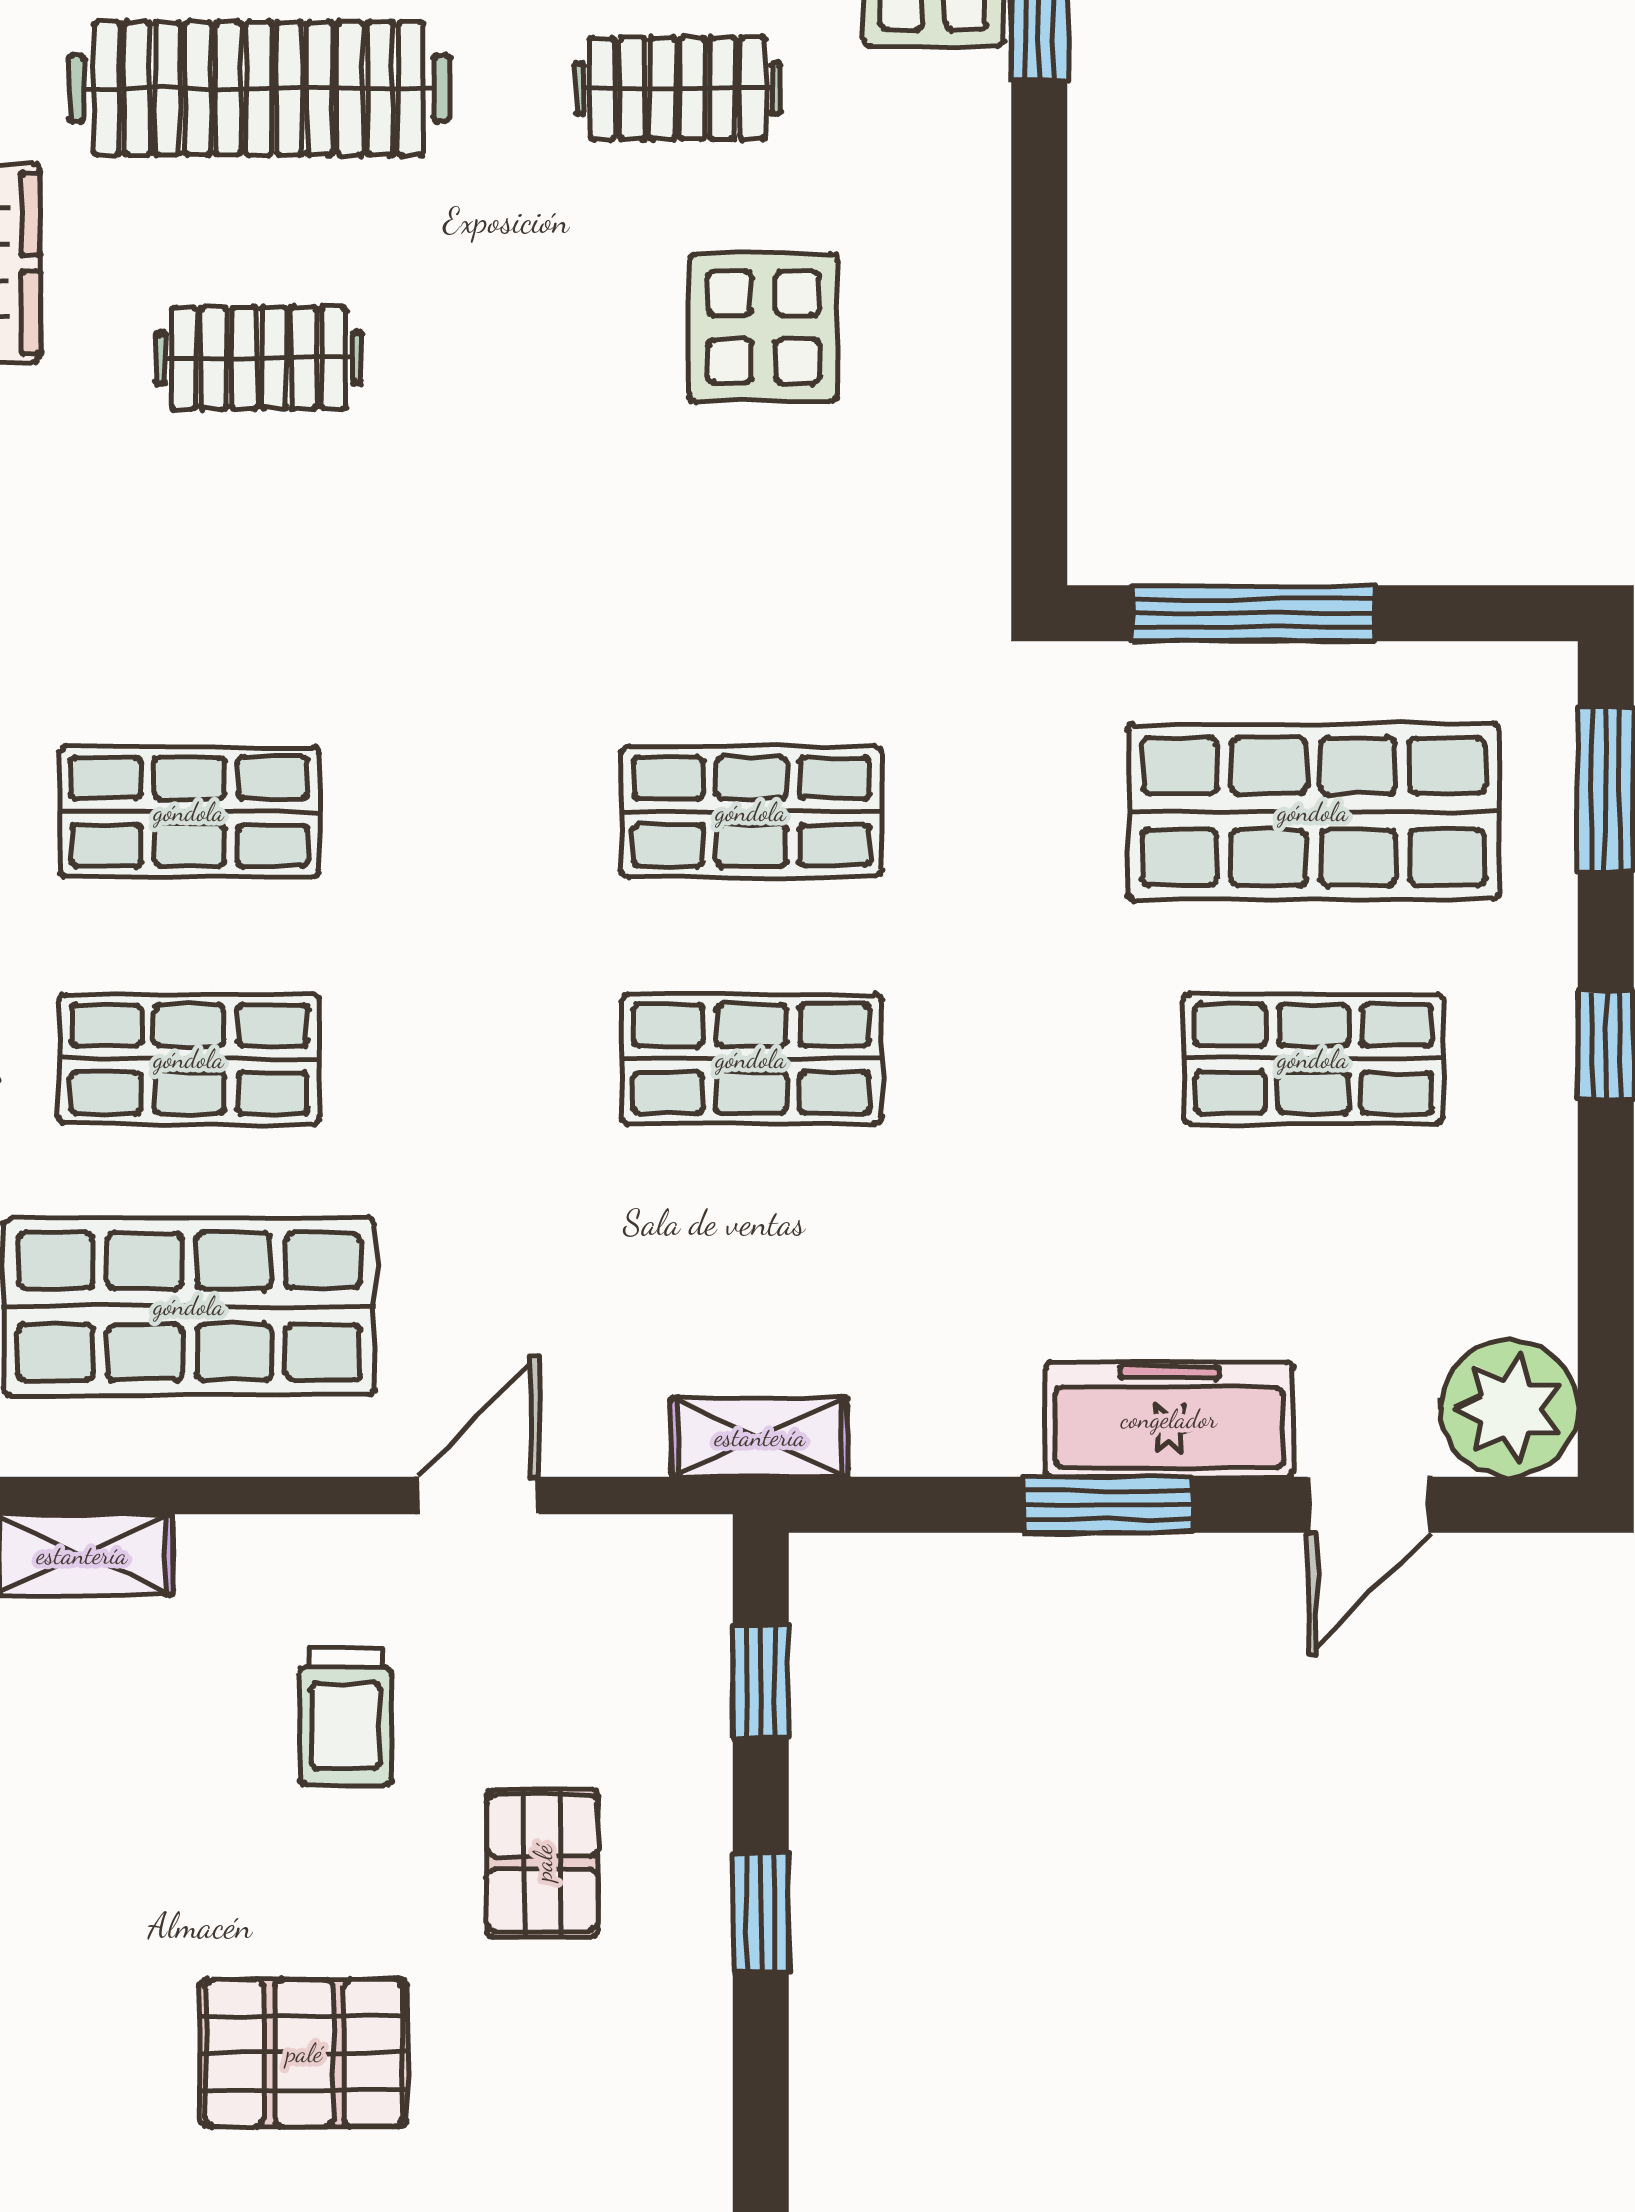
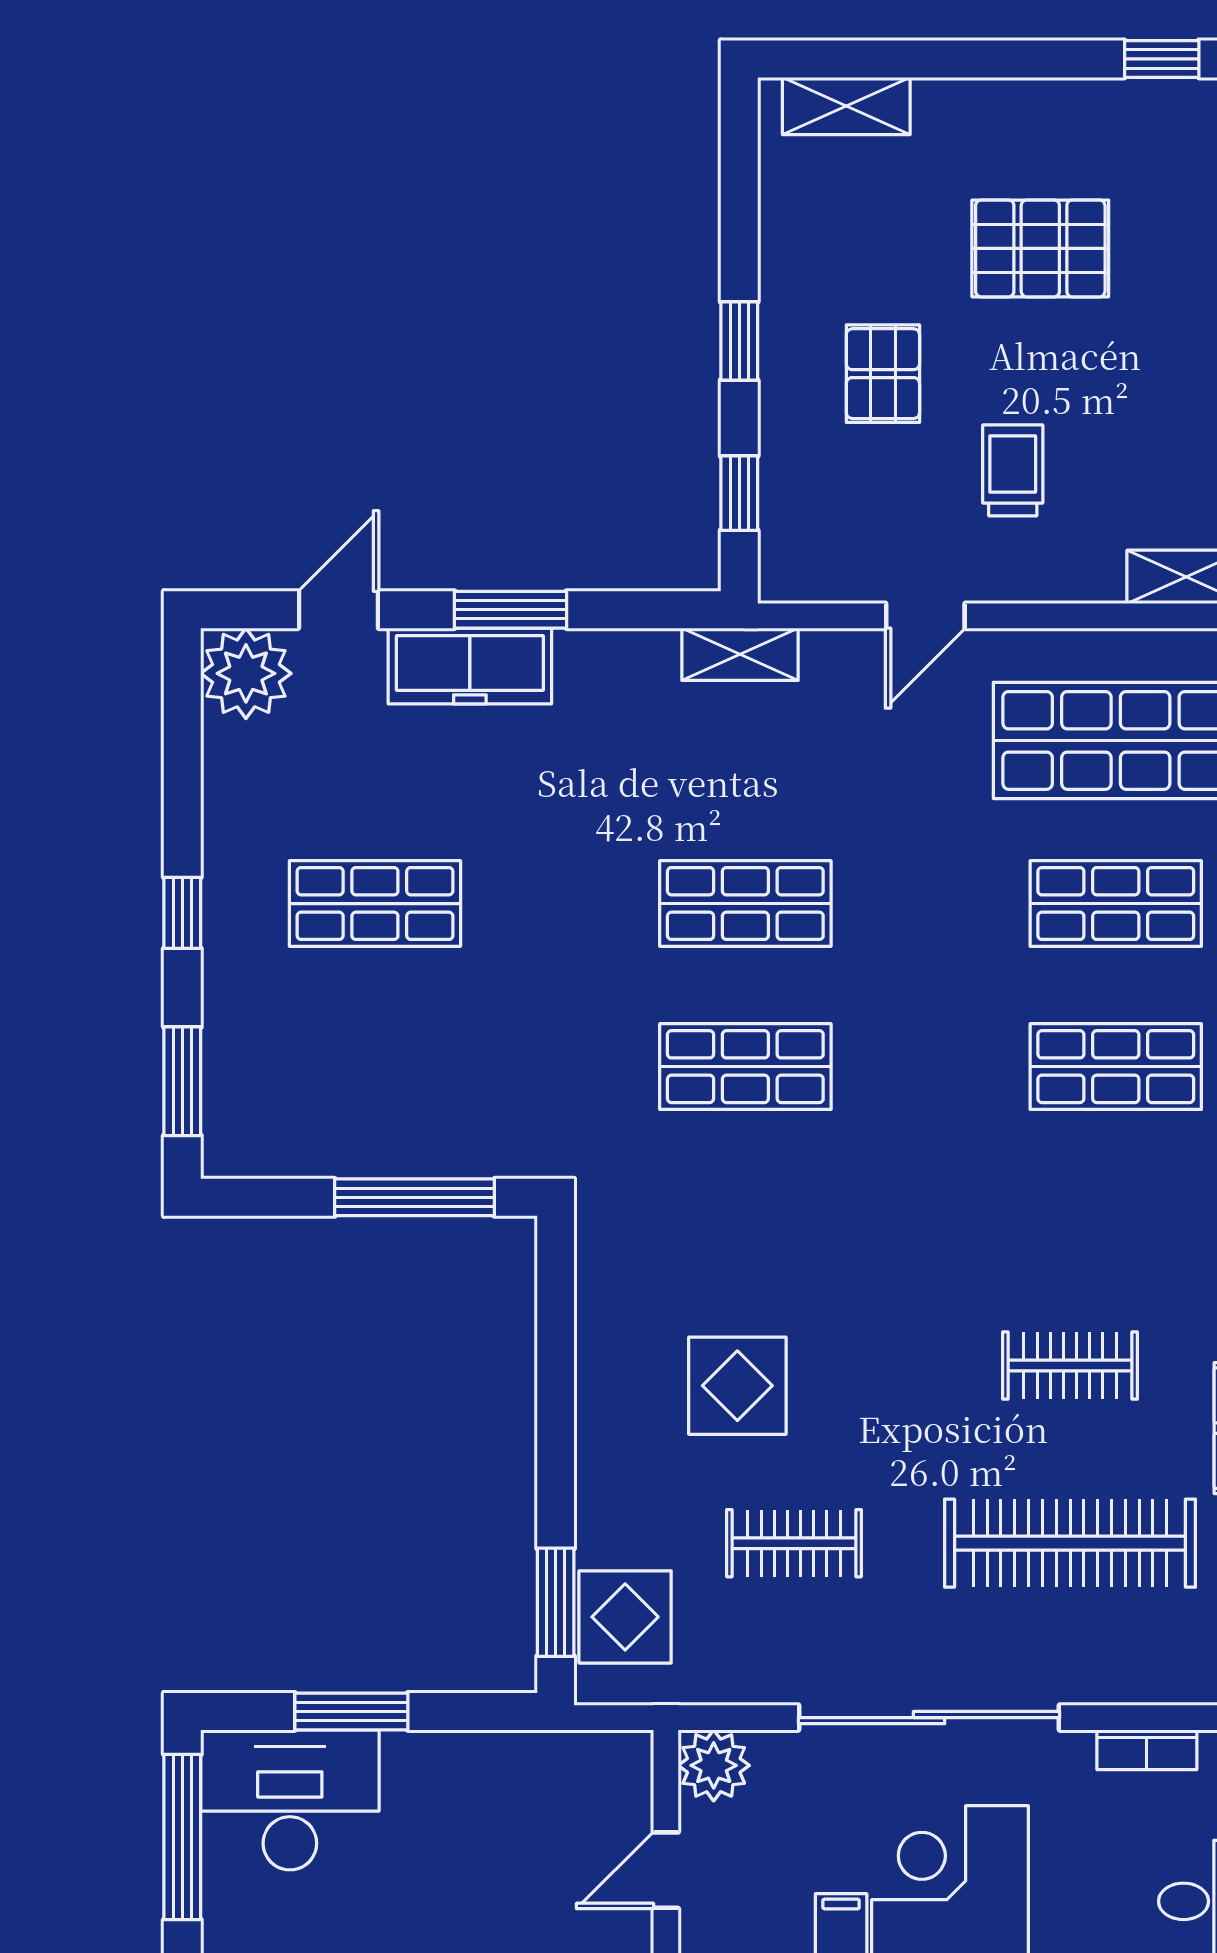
shop shelf: (1313, 812) -> (375, 1067), removed

